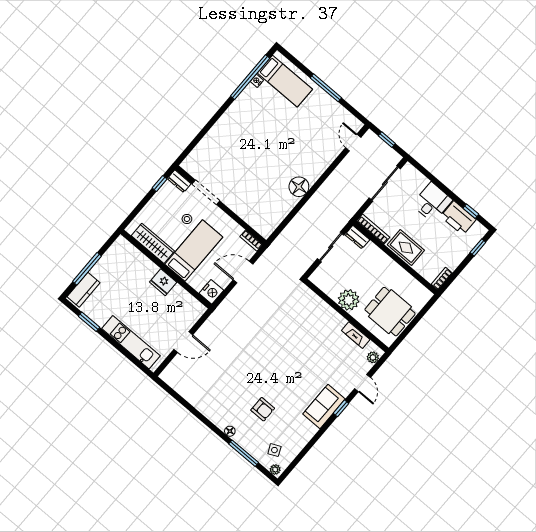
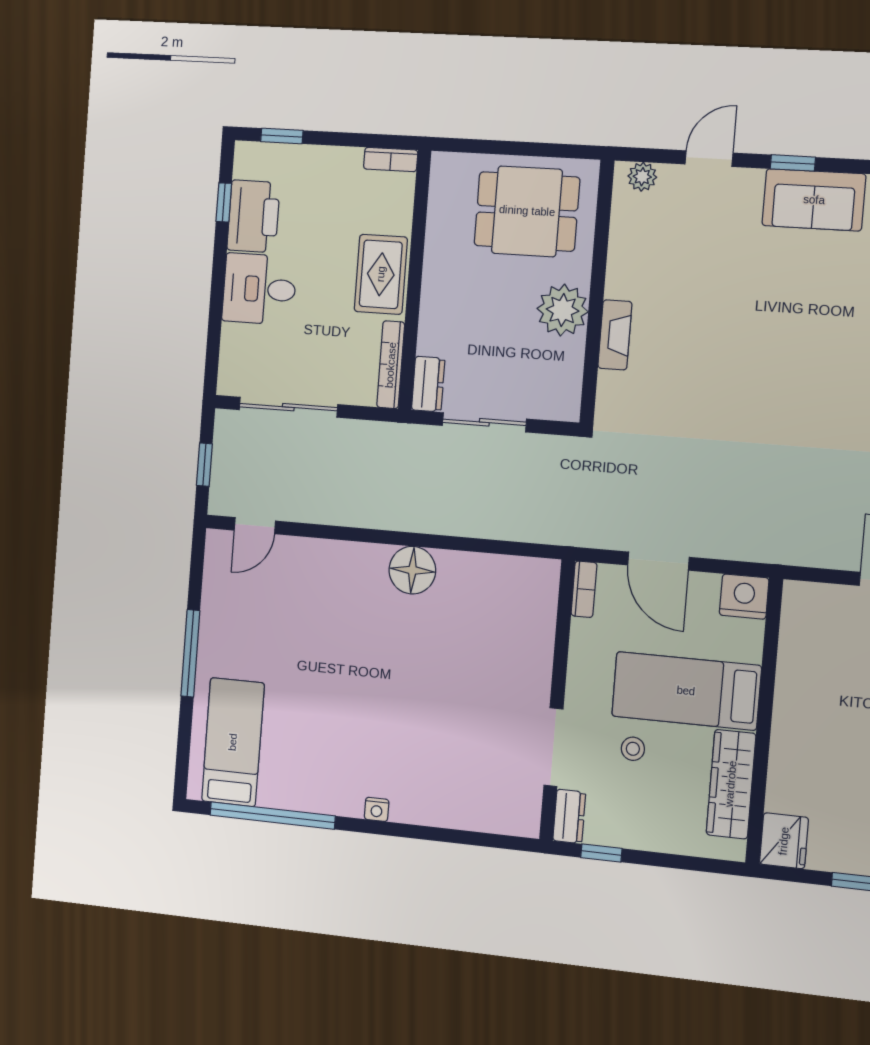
nightstand: (257, 81) -> (377, 809), moved
fridge: (163, 282) -> (784, 841), moved
dining table: (390, 312) -> (527, 211), turned 90
fireplace: (356, 335) -> (615, 335), moved

